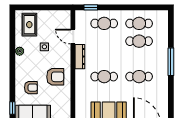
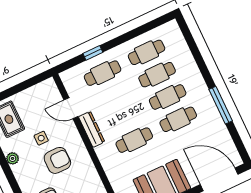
window: (91, 7) -> (93, 53), moved
cafe table: (139, 59) -> (168, 97), added
window: (171, 62) -> (221, 105), moved
armchair: (55, 77) -> (57, 160), moved

